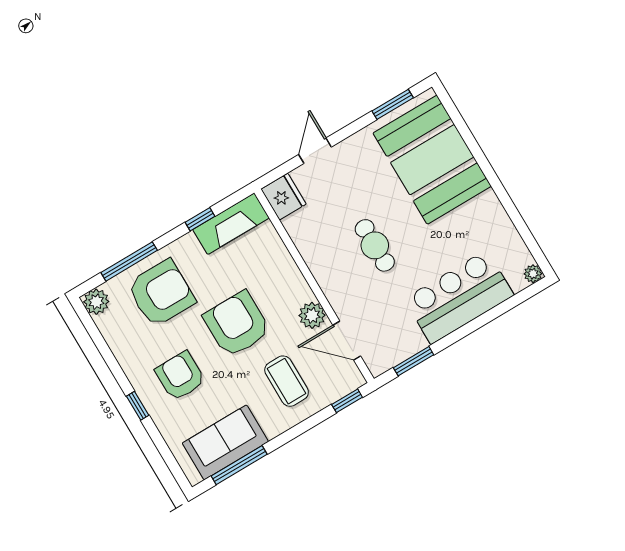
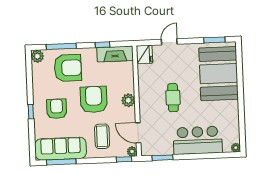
plant: (312, 315) -> (128, 100), moved
plant: (354, 379) -> (132, 151), added
sofa: (225, 442) -> (61, 149), width x1.36

